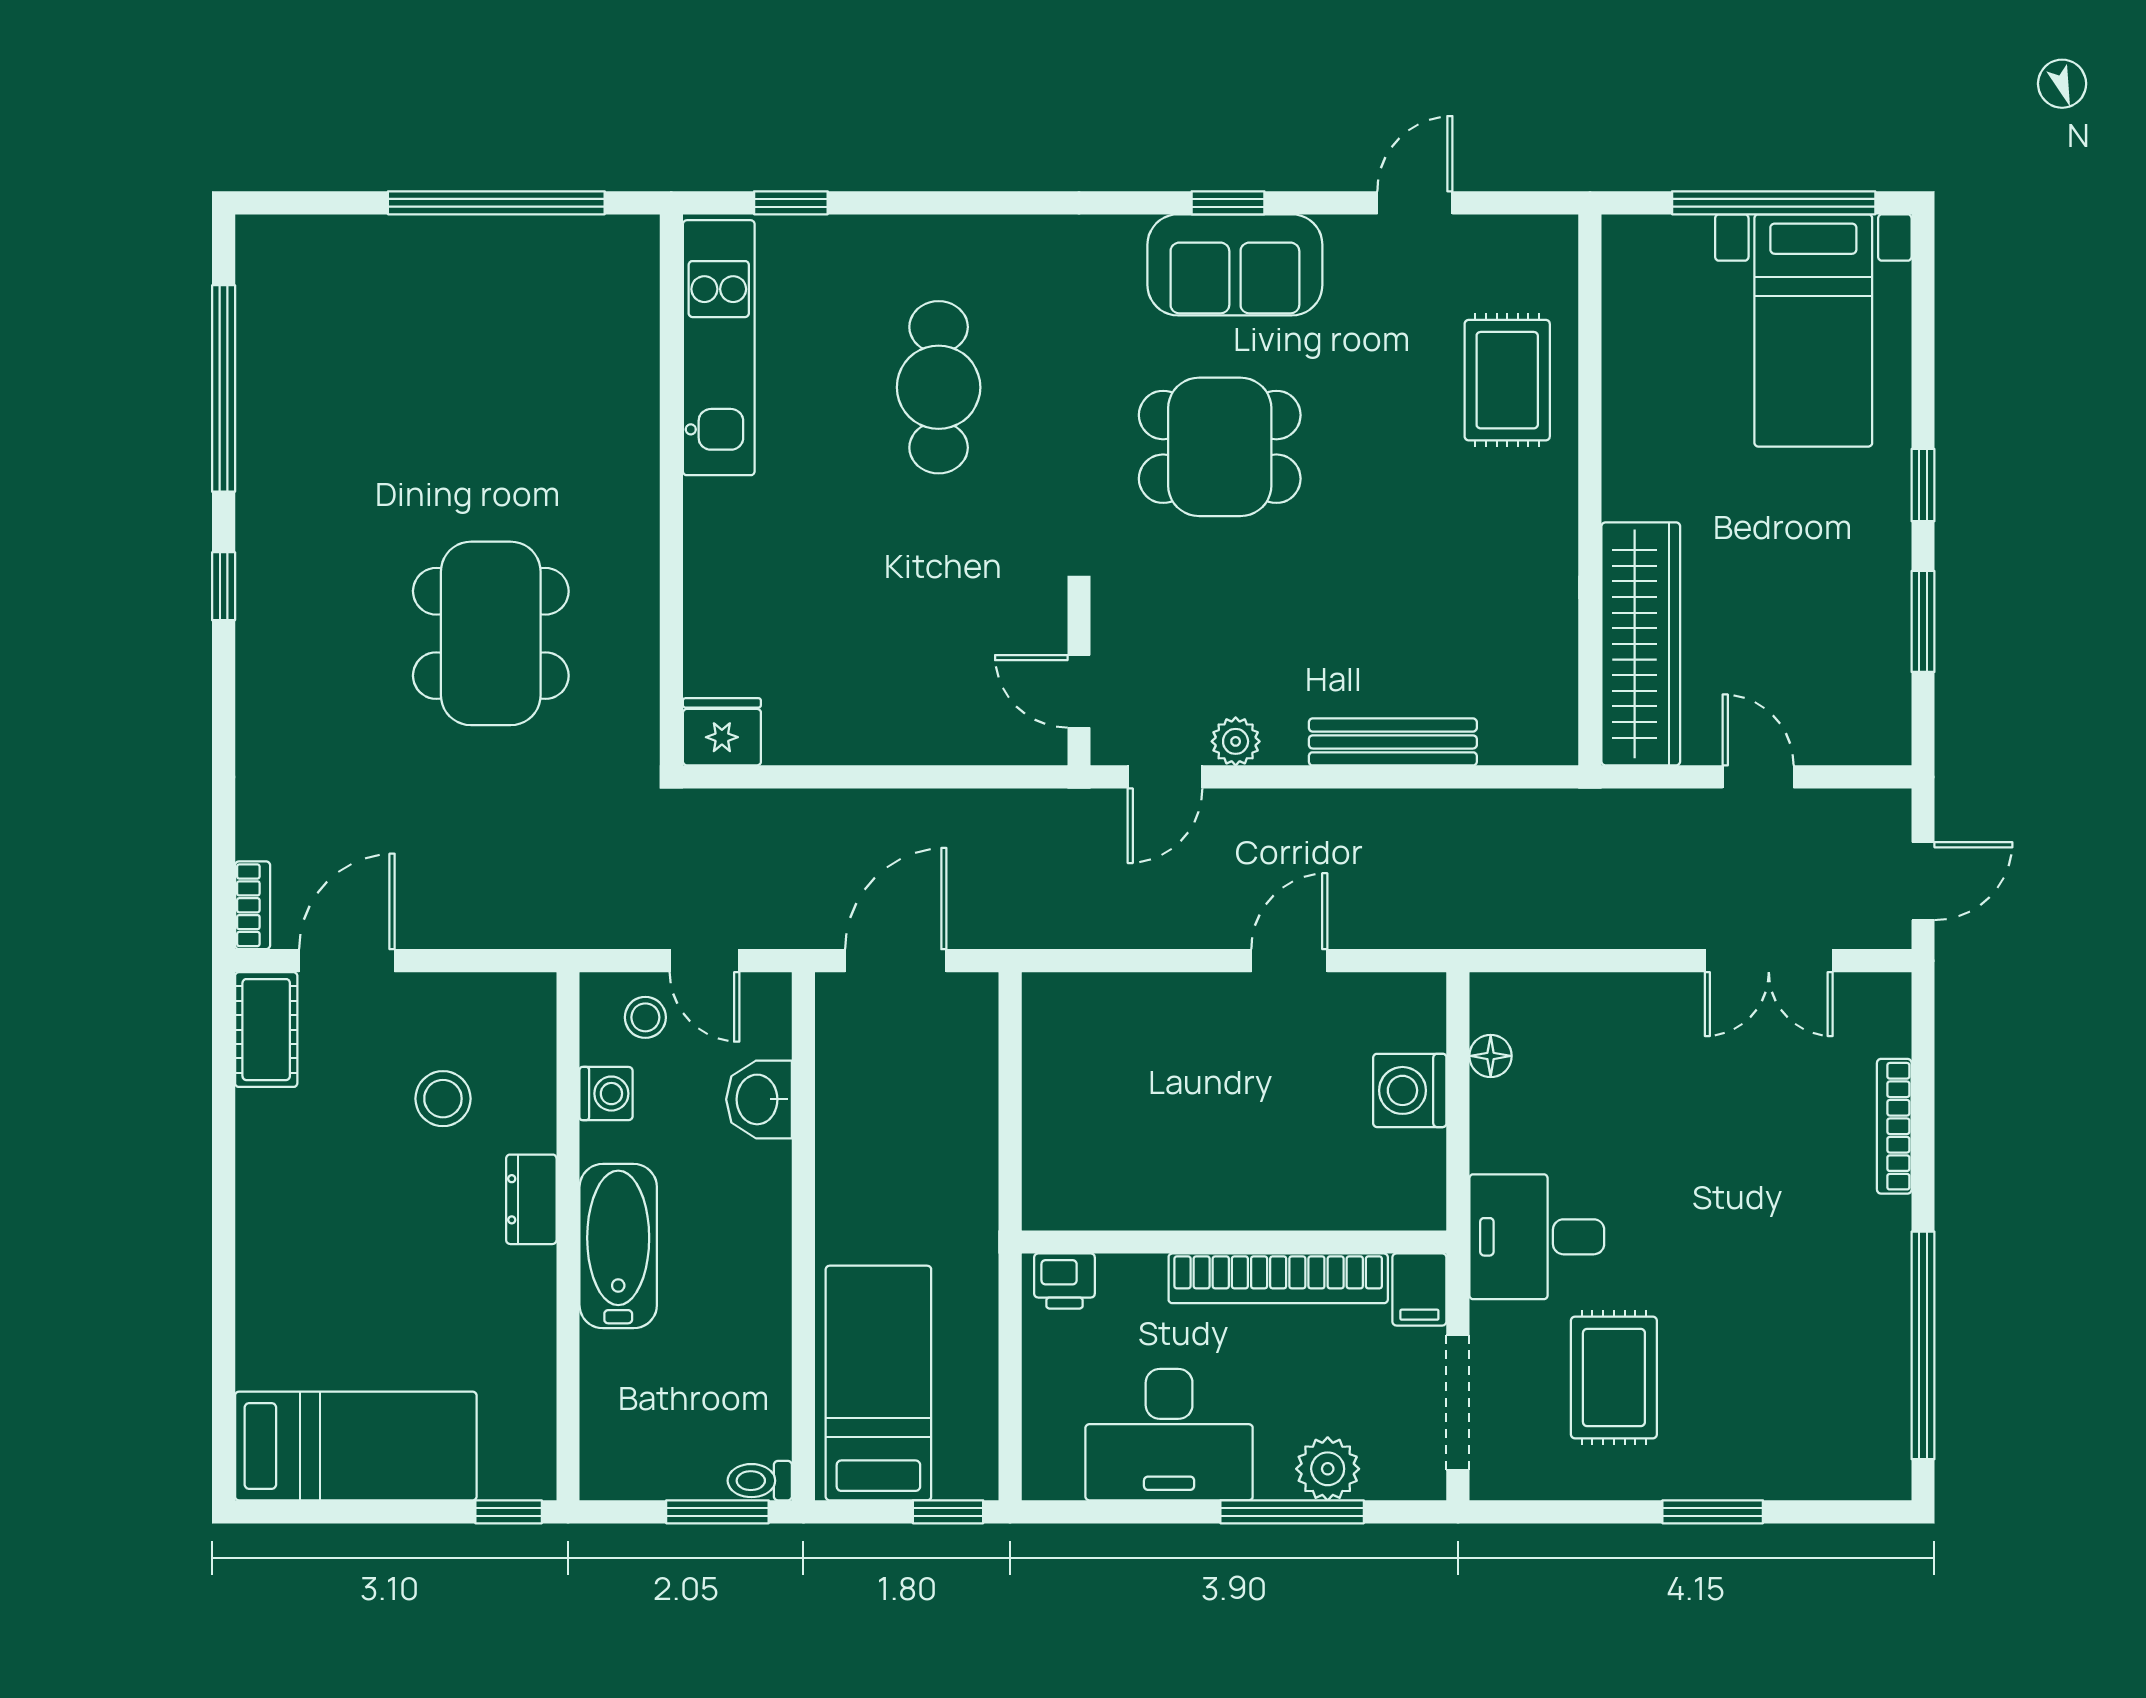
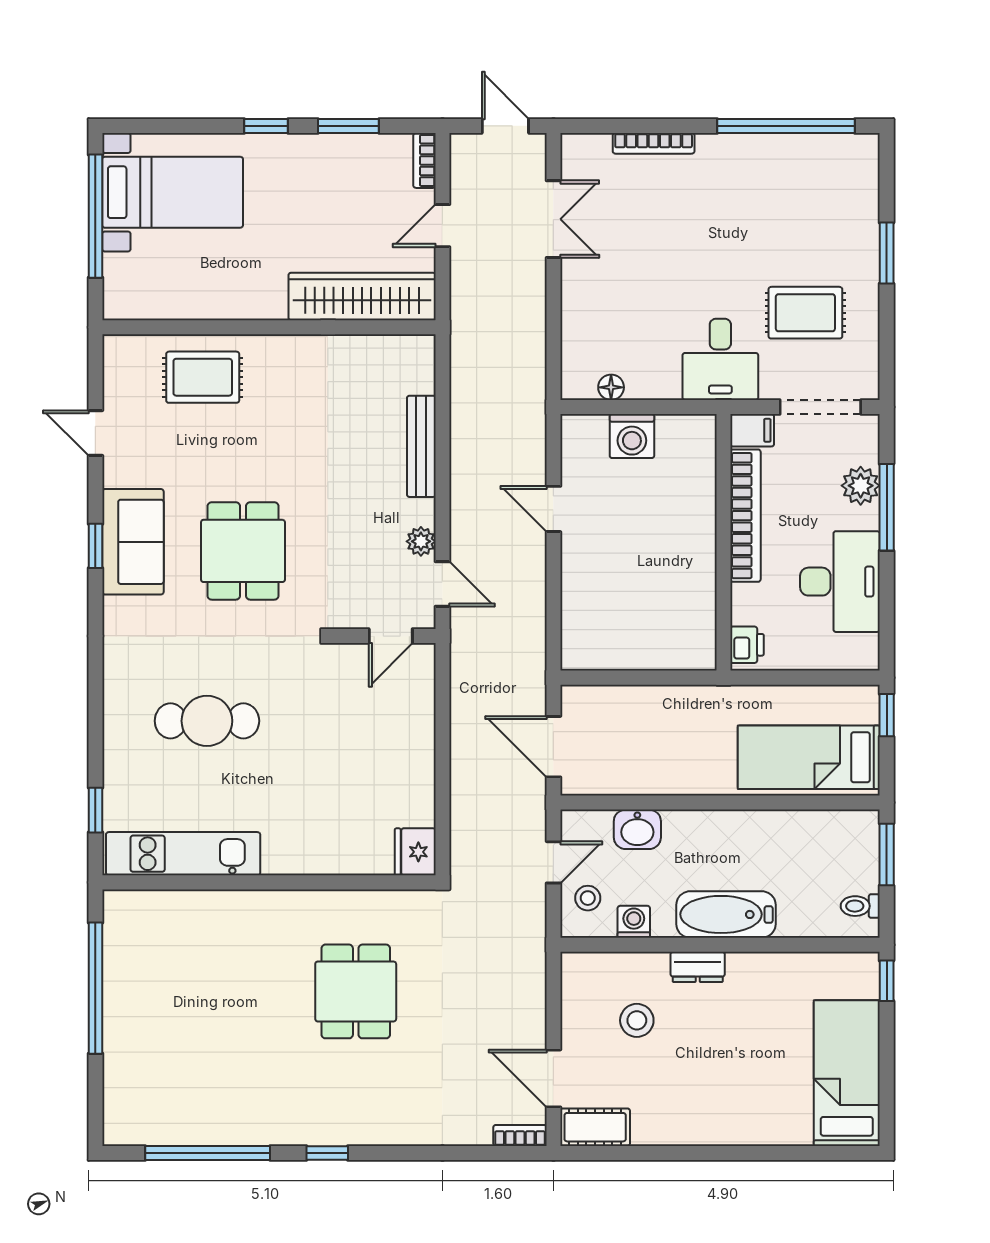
dining table: (491, 633) -> (356, 991), width x0.73
bookcase: (1866, 747) -> (424, 160), added
toilet: (760, 1481) -> (860, 906), moved, turned 90

